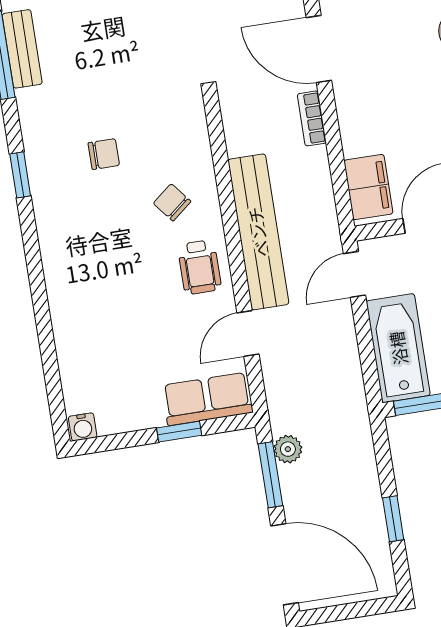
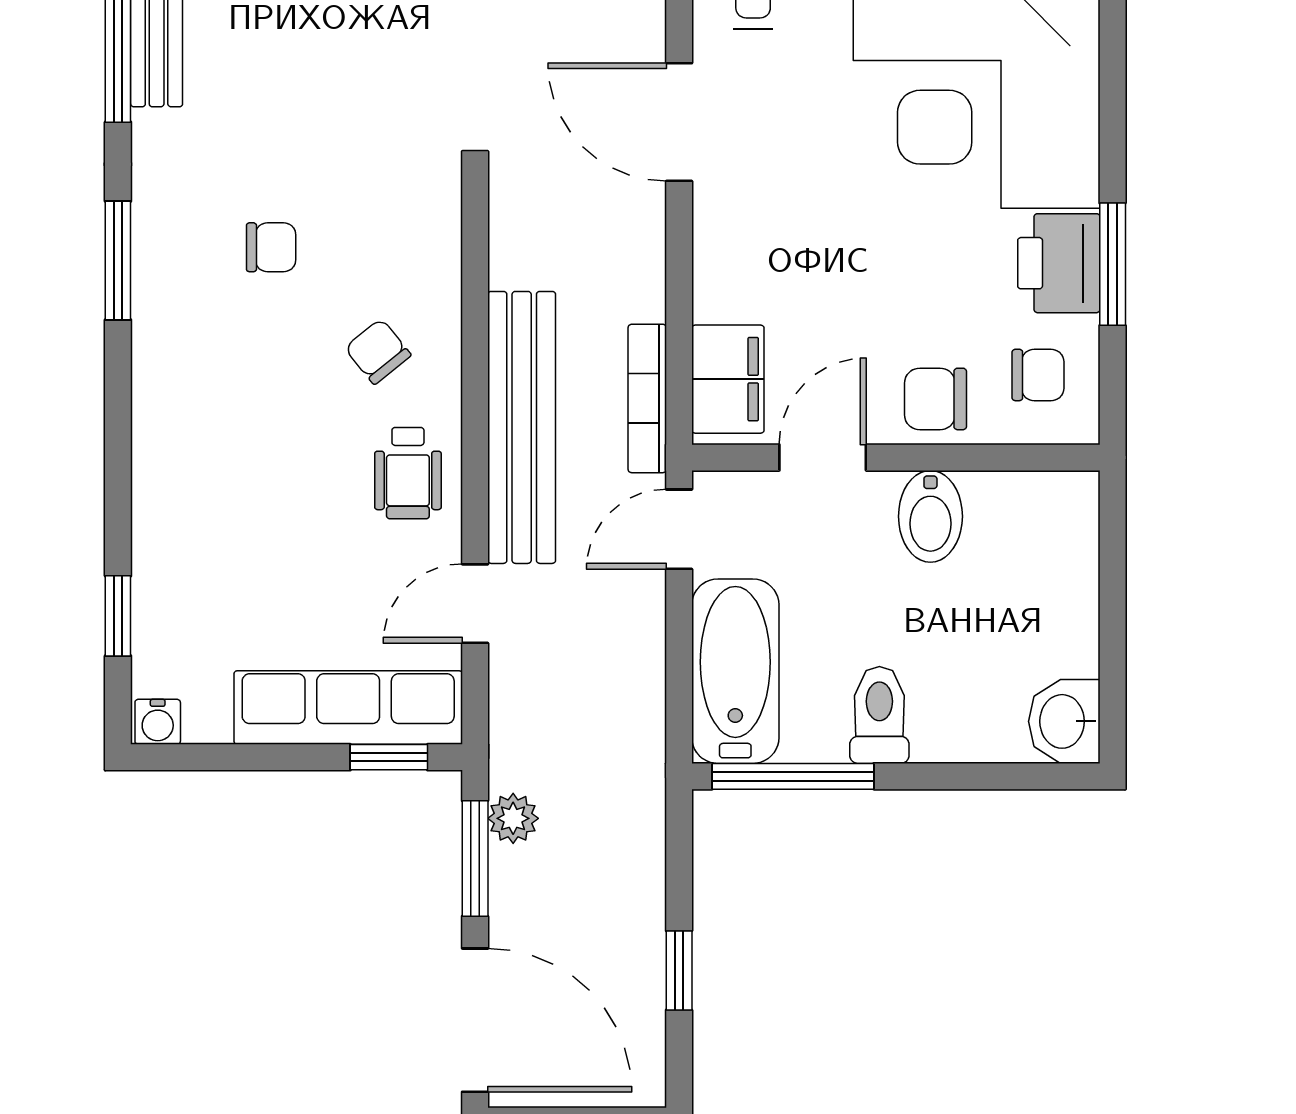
bookcase: (312, 118) -> (647, 398), moved, width x1.56
window: (20, 175) -> (118, 260), width x1.50
window: (51, 372) -> (118, 616), added
row of seats: (207, 399) -> (348, 708), width x1.48
window: (179, 432) -> (389, 757), moved

